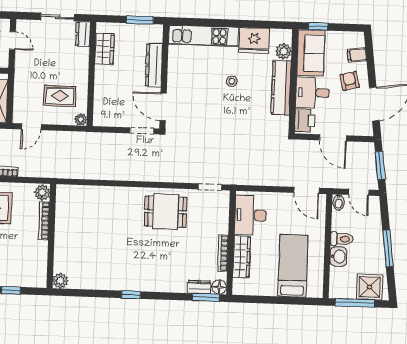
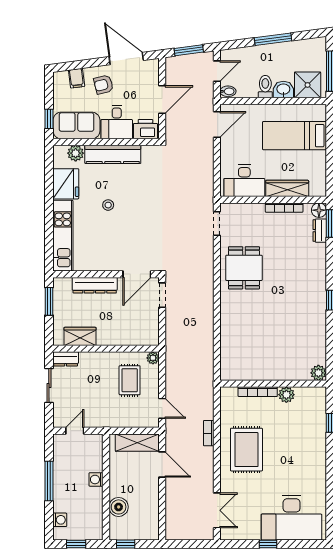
plant: (42, 193) -> (286, 395), moved
shower: (370, 287) -> (308, 85), moved

